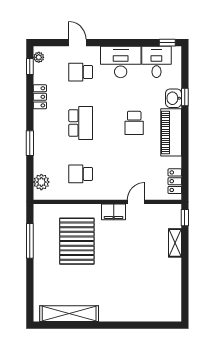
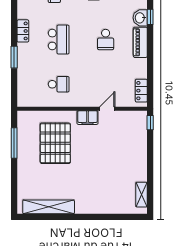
locker: (40, 97) -> (23, 31), moved
piano: (171, 132) -> (140, 42), width x0.73, depth x0.75
school desk: (81, 174) -> (59, 84), turned 180
plant: (41, 182) -> (24, 91), removed
shelving: (175, 243) -> (141, 195), moved

